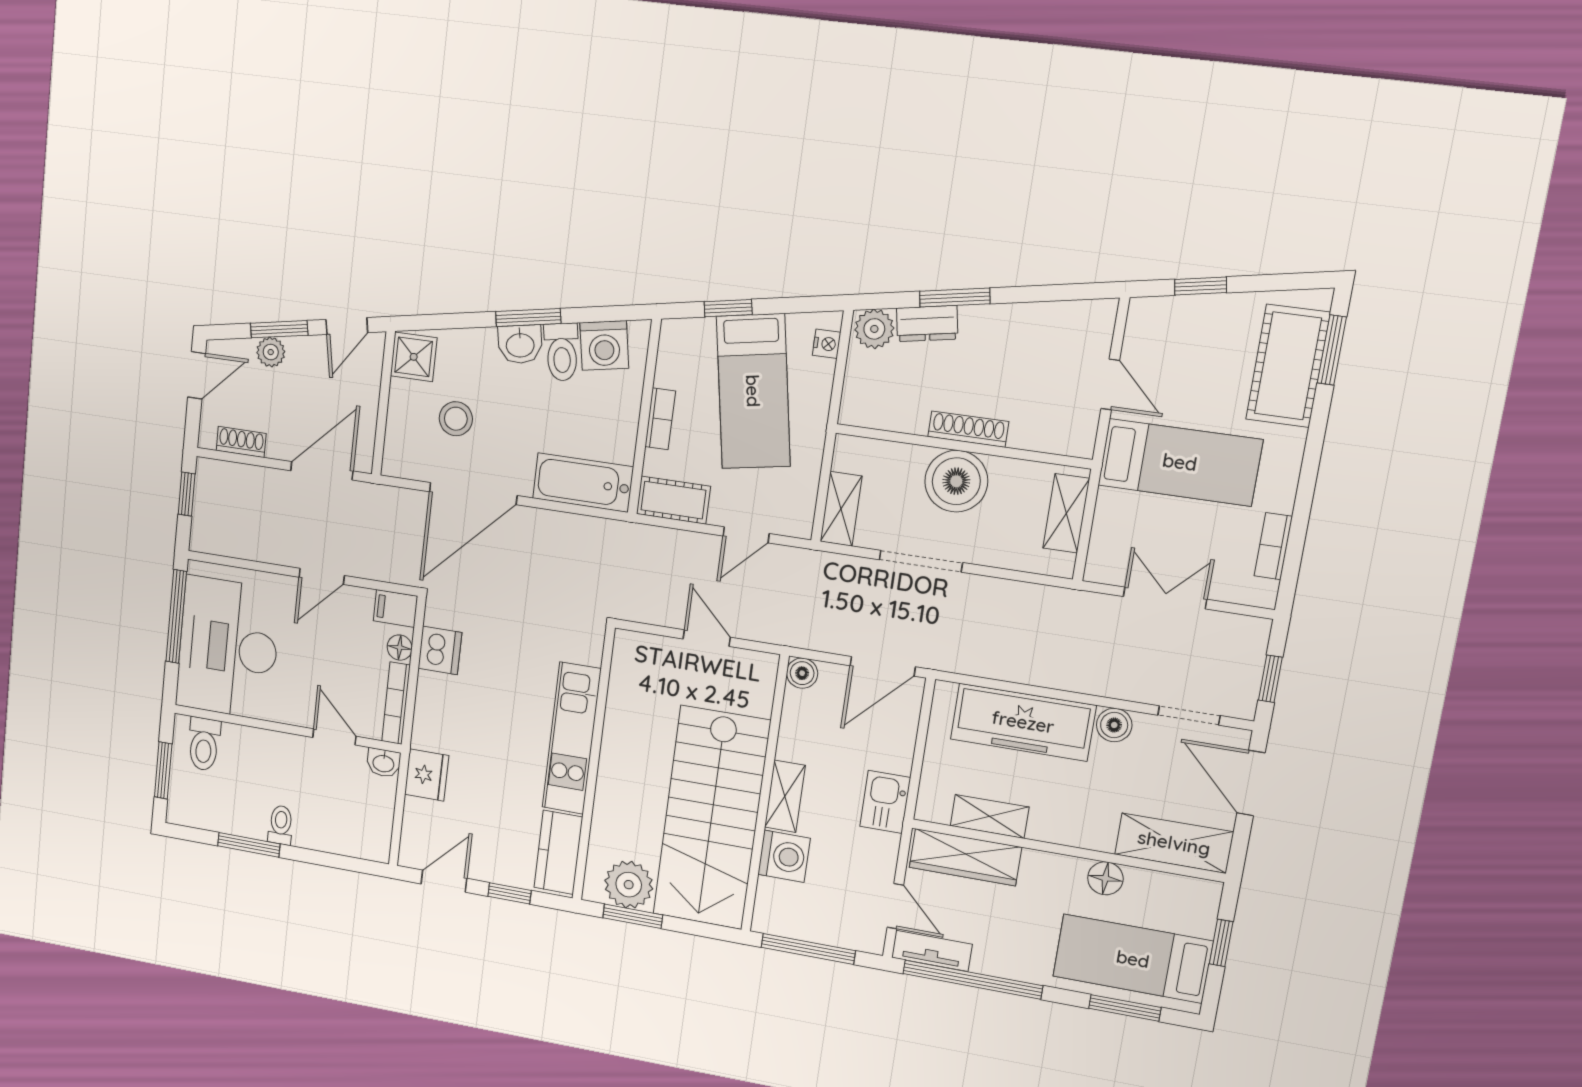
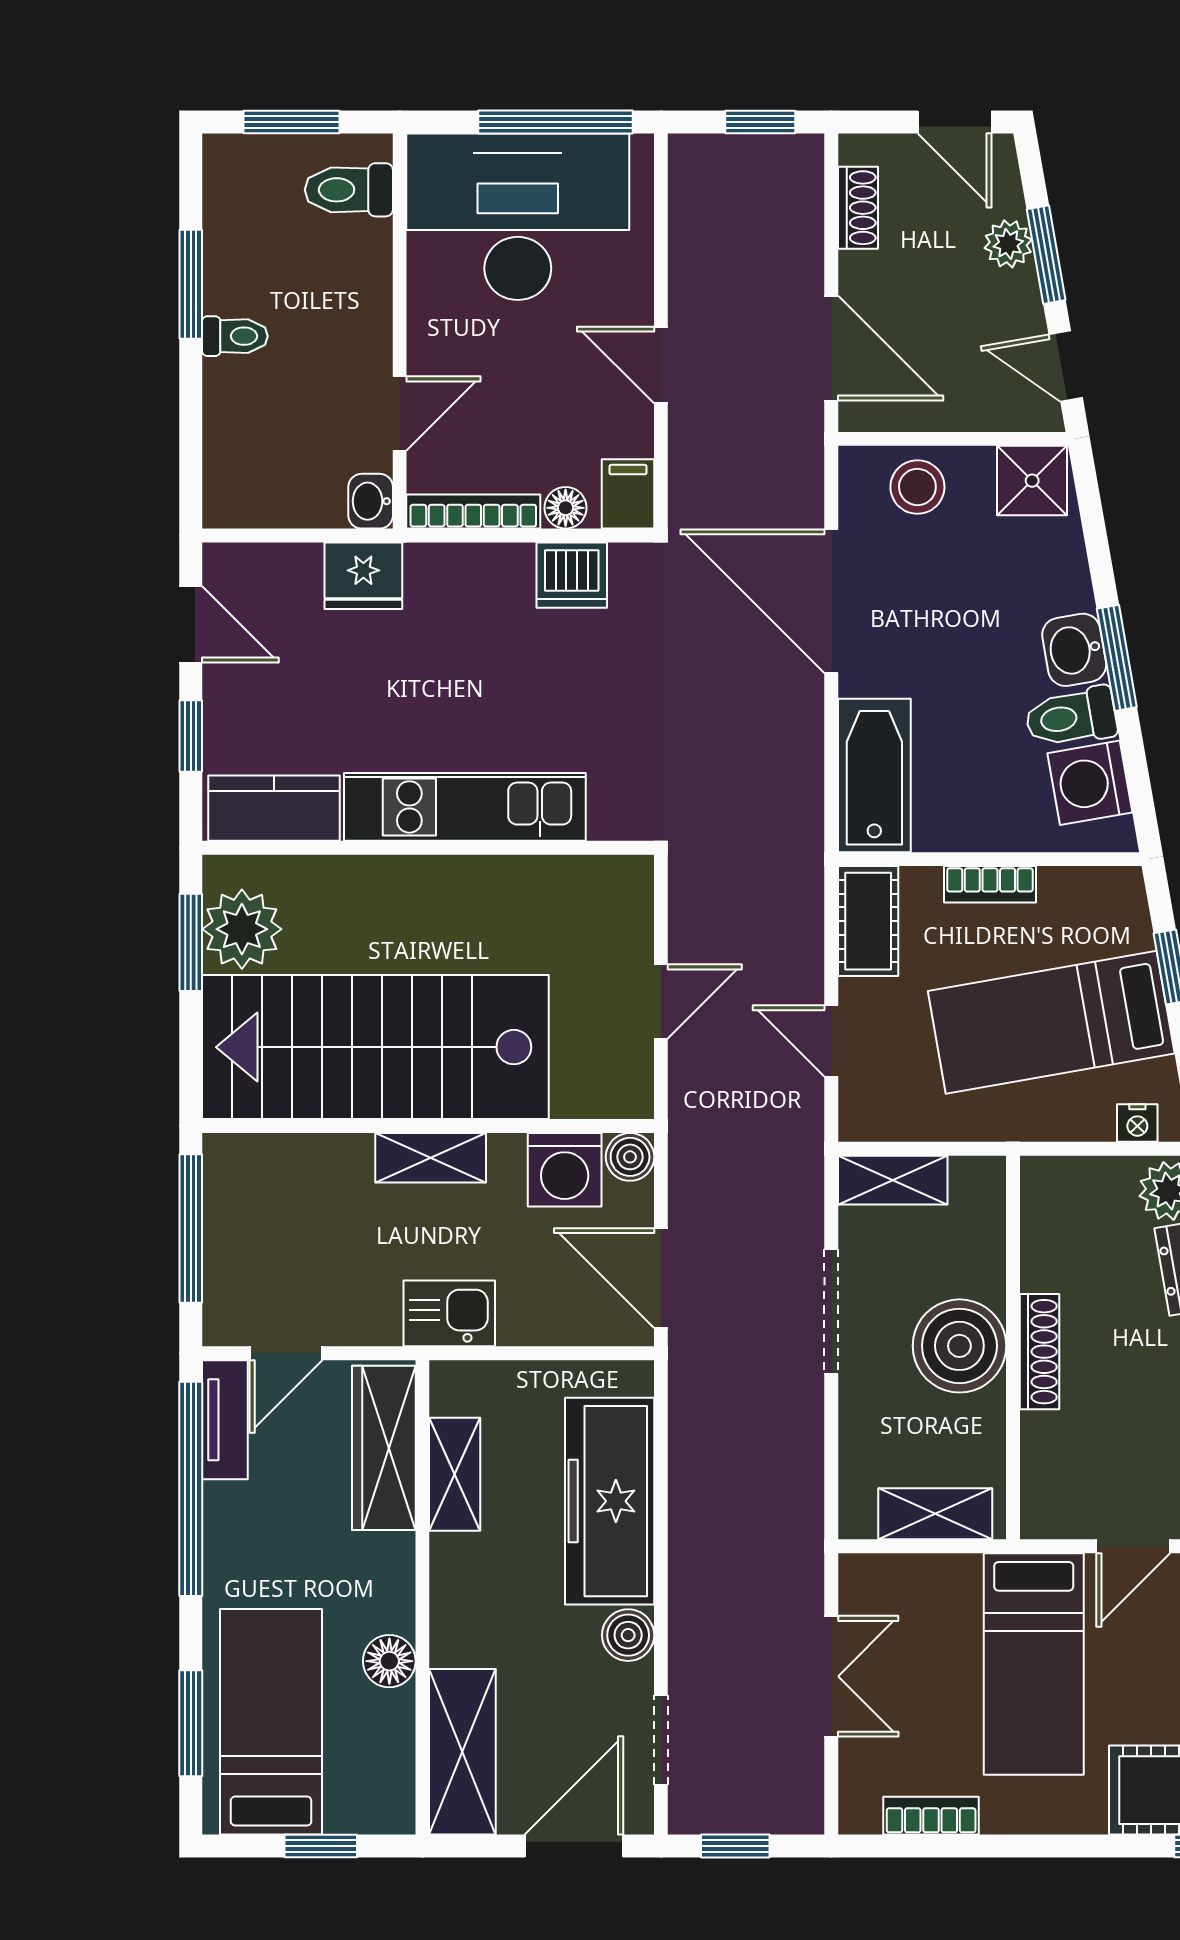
stool: (456, 419) -> (917, 487), moved
washing machine: (784, 856) -> (565, 1170), moved

